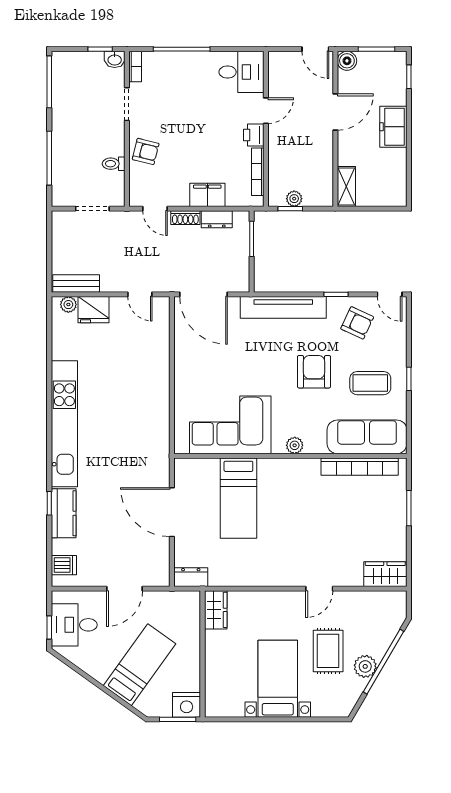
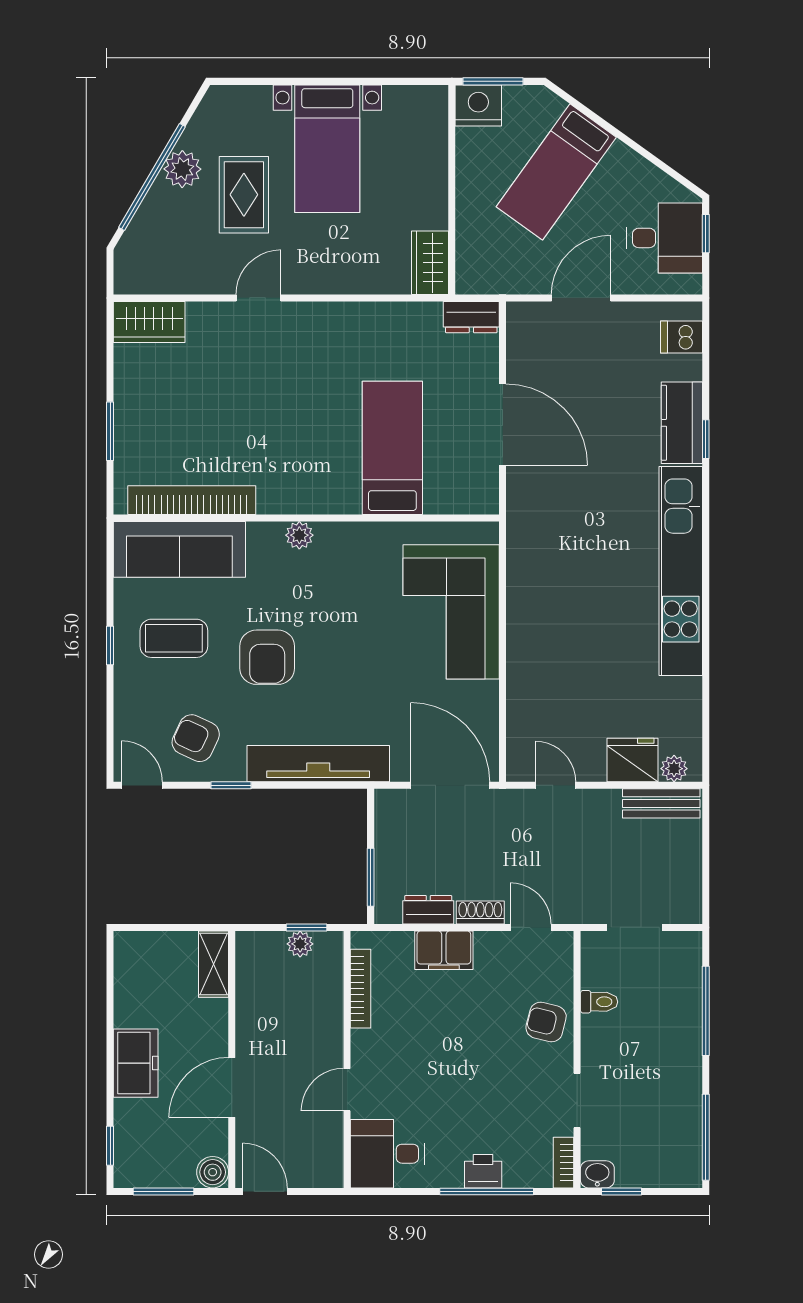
printer: (254, 135) -> (483, 1171), moved, turned -90
corner sofa: (230, 425) -> (451, 612), moved, turned 90

